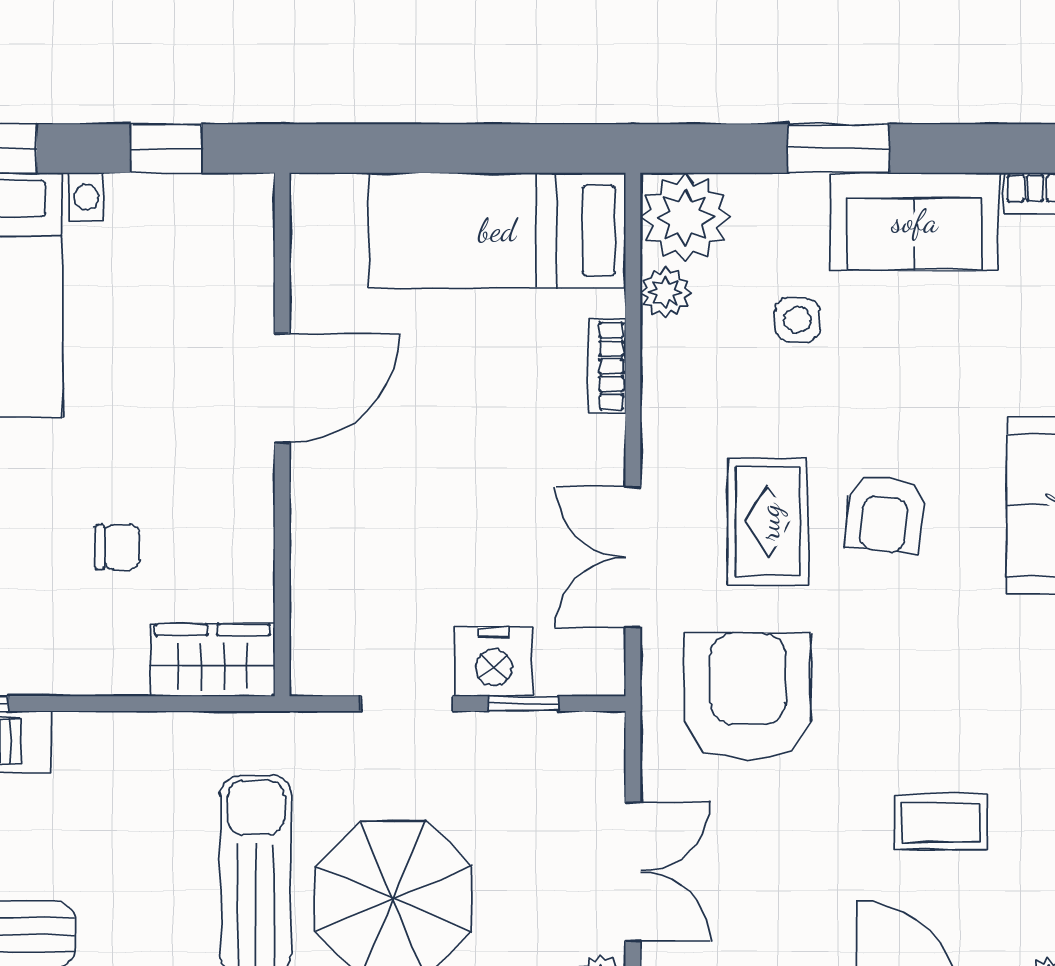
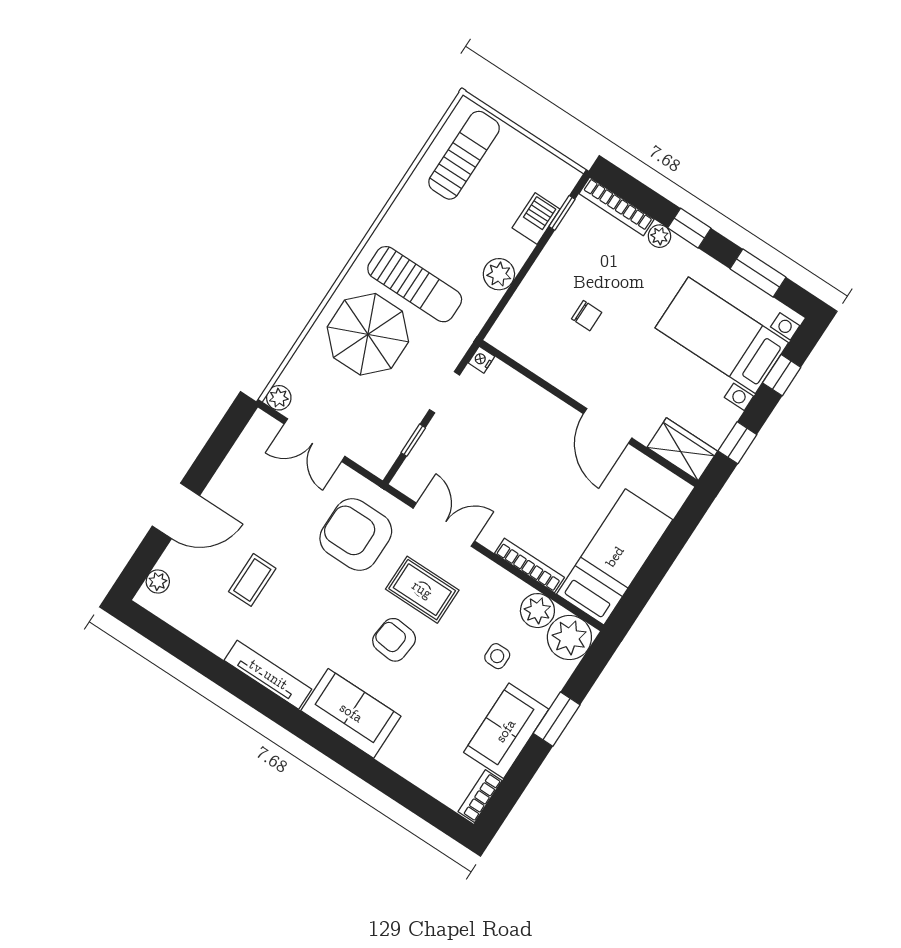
plant: (665, 293) -> (537, 611), width x1.38, depth x1.38
bookcase: (607, 366) -> (529, 565), width x1.56
chair: (118, 547) -> (587, 316), turned -90
wardrobe: (213, 660) -> (682, 449), moved, turned -90
nightstand: (494, 662) -> (482, 360), moved, width x0.53, depth x0.56
armchair: (748, 696) -> (356, 534), turned 180
plant: (145, 743) -> (499, 274), added

